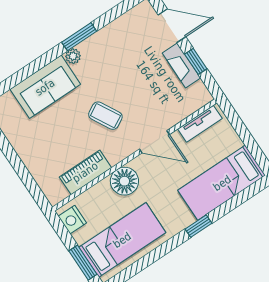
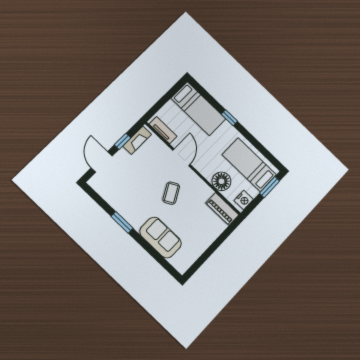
plant: (73, 56) -> (136, 224), removed
fireplace: (181, 65) -> (137, 140), moved
piano: (85, 172) -> (222, 209), moved
floor lamp: (124, 181) -> (221, 181), moved

